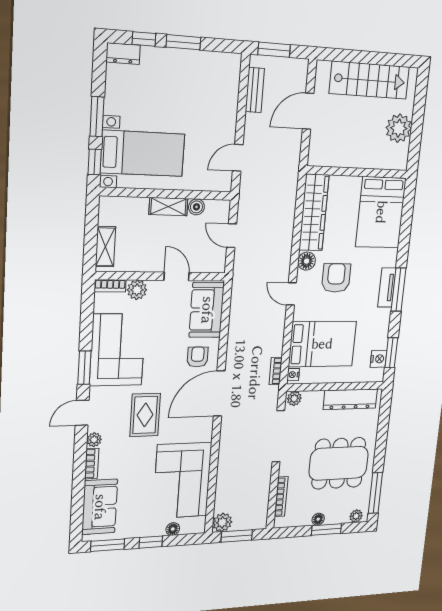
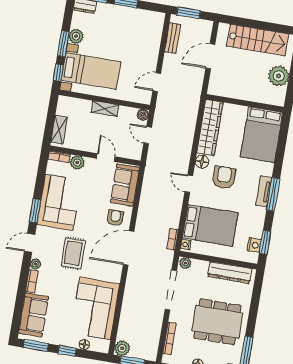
plant: (115, 103) -> (76, 36), added
boiler: (196, 207) -> (143, 115), moved

